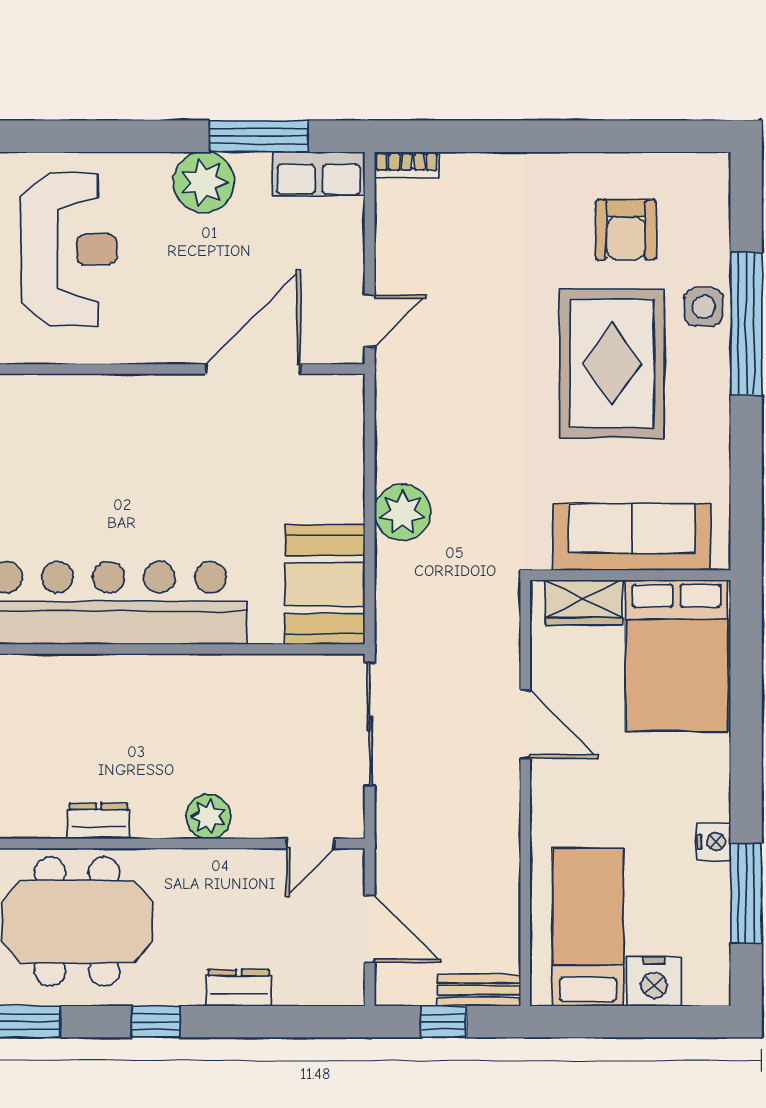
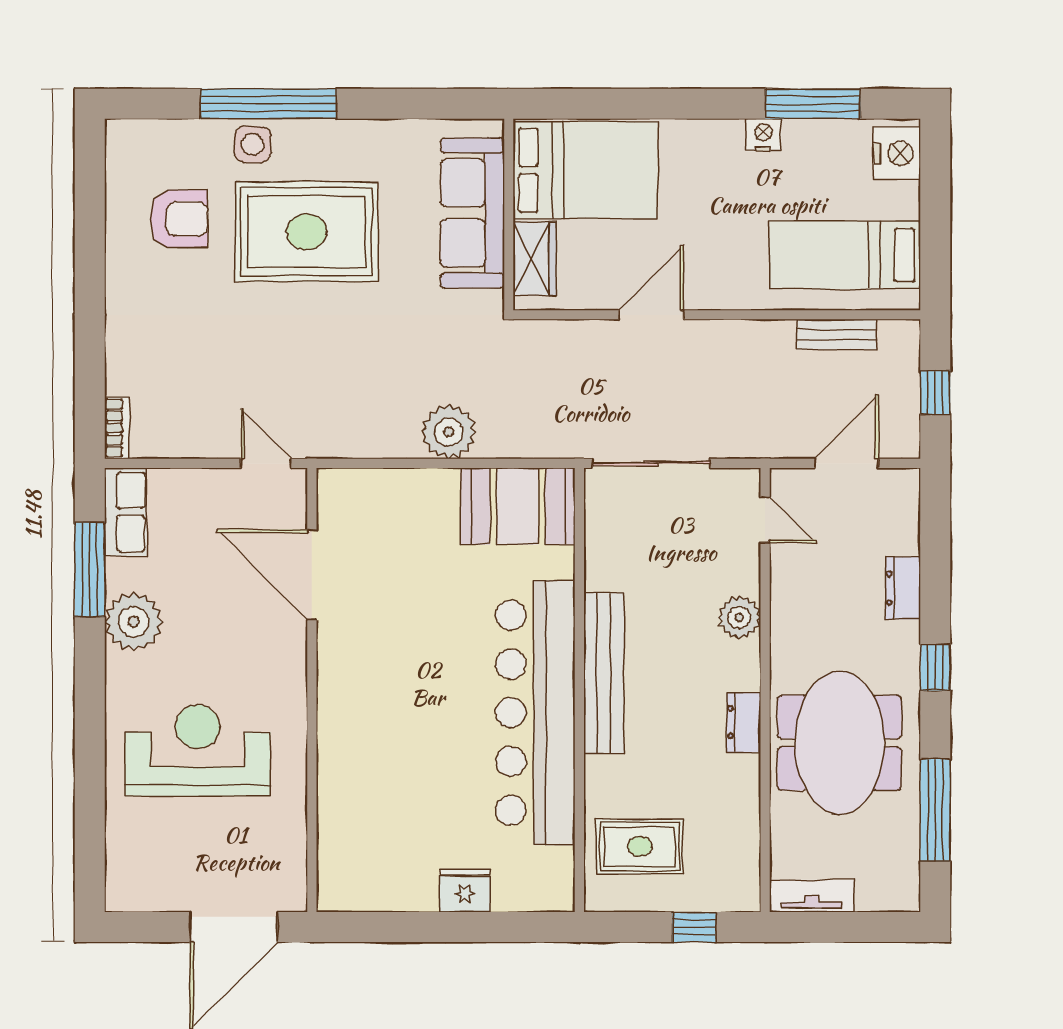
bench: (150, 675) -> (604, 673), added
nightstand: (654, 981) -> (897, 153), moved
bench: (479, 990) -> (837, 334), moved, turned 90

